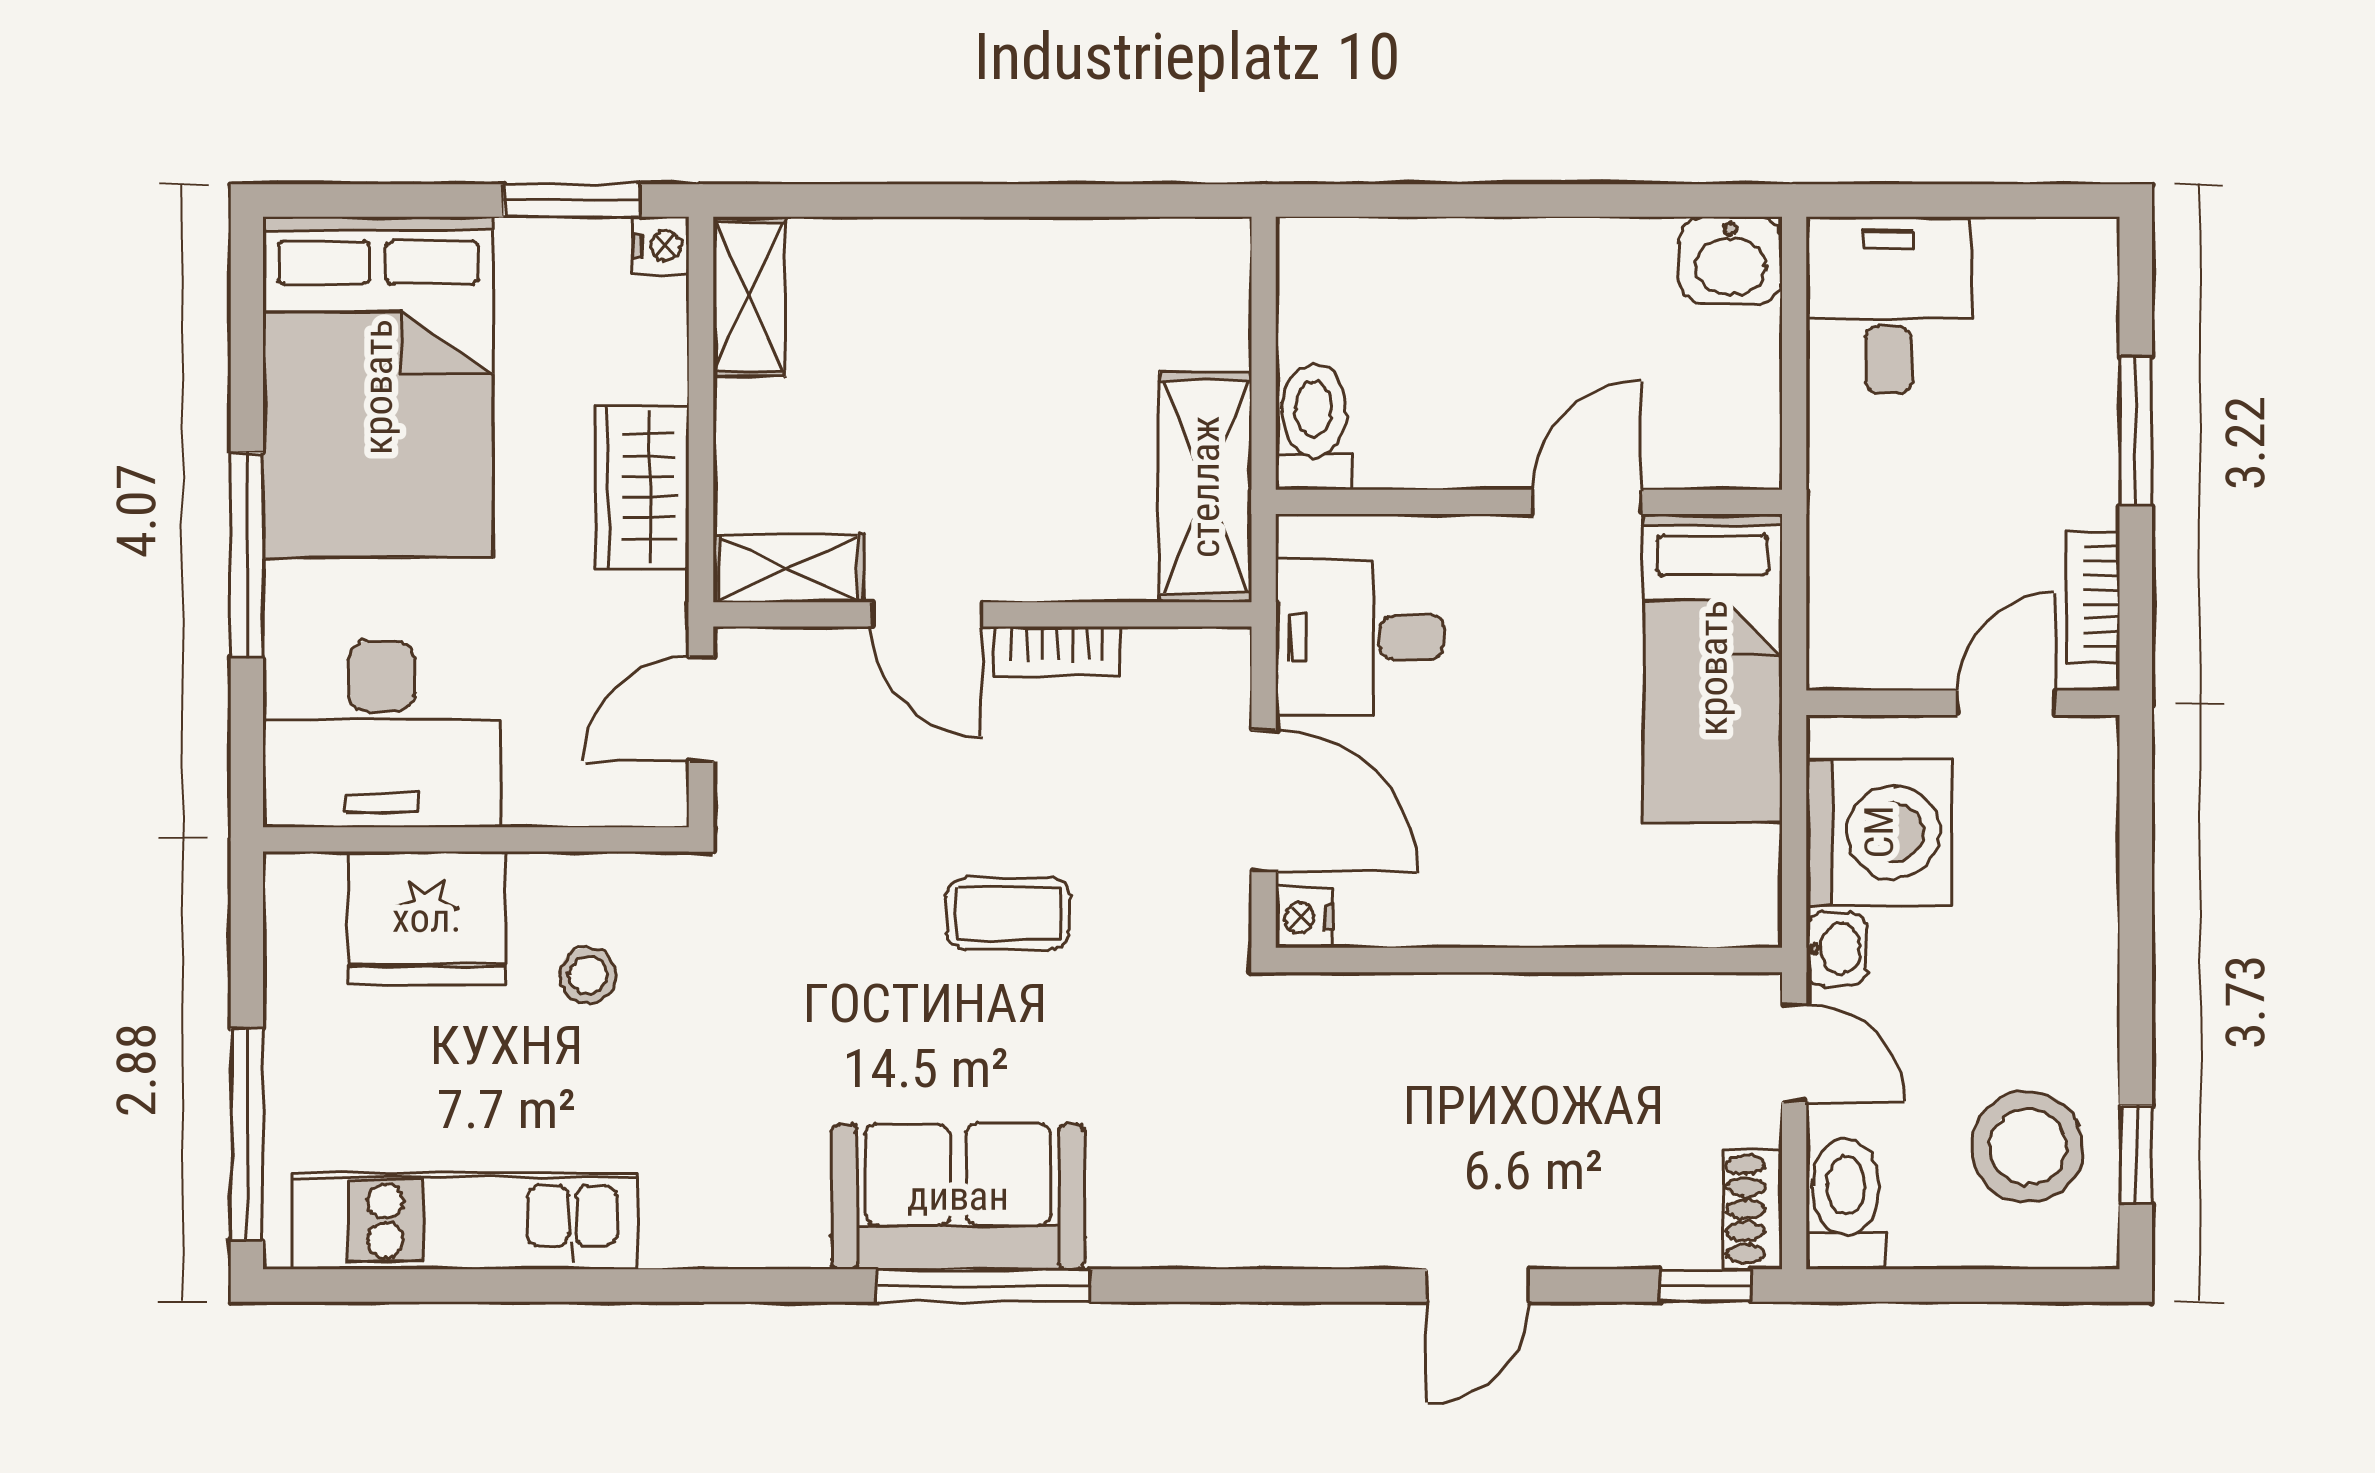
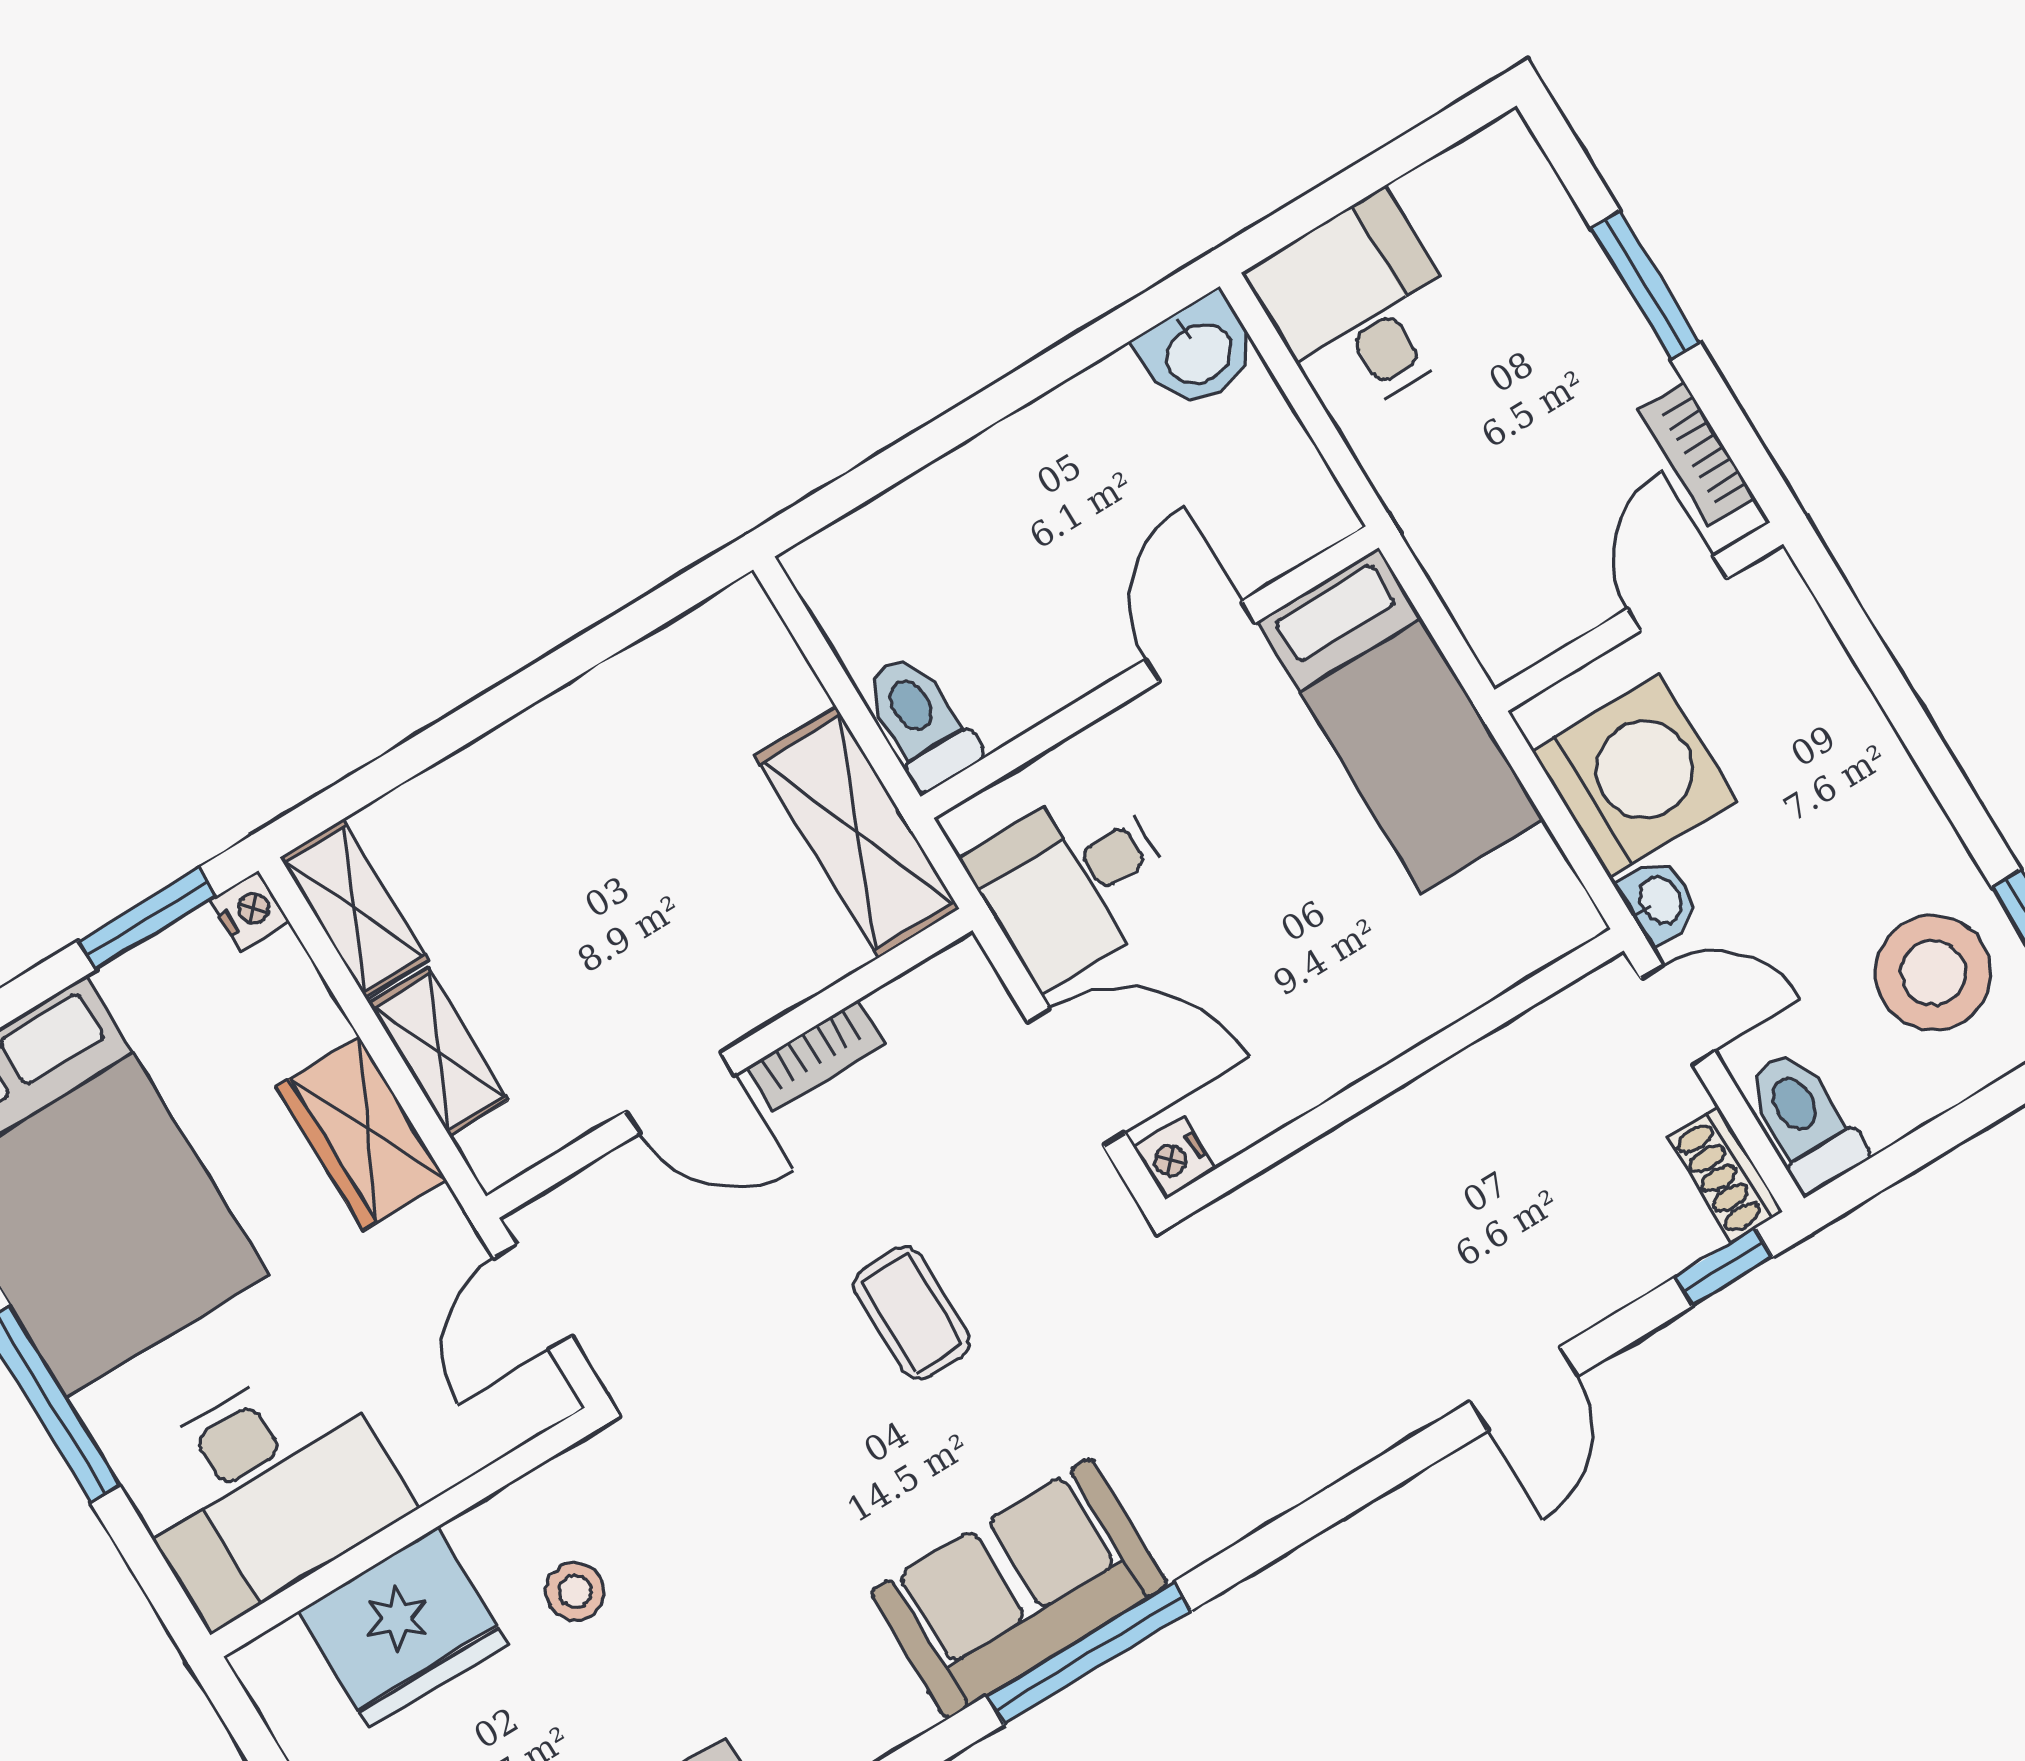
shelving: (788, 568) -> (439, 1052), moved, turned 90
coffee table: (1008, 914) -> (912, 1313), turned 90

